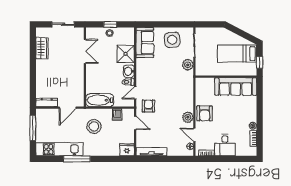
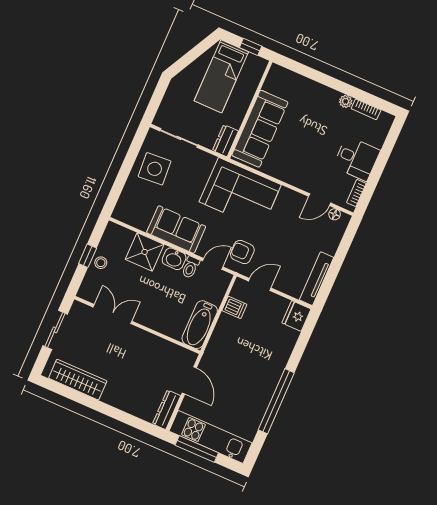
sofa: (145, 43) -> (176, 230), moved
wardrobe: (42, 48) -> (78, 380), width x1.50
plant: (188, 65) -> (205, 162), removed
dresser: (204, 71) -> (225, 141), added
sofa: (236, 86) -> (260, 129), moved
corner sofa: (179, 91) -> (240, 193), added
door: (135, 93) -> (213, 264), swing flipped
armchair: (205, 113) -> (293, 169), removed
plant: (188, 117) -> (287, 198), removed
stool: (94, 126) -> (237, 352), removed
kitchen unit: (59, 149) -> (211, 437), moved, turned 90
window: (77, 159) -> (276, 401), width x1.46

